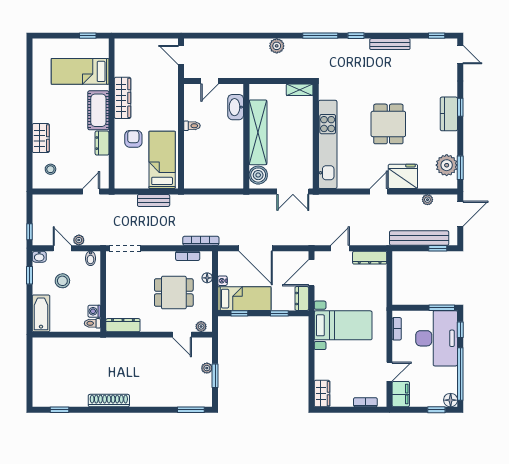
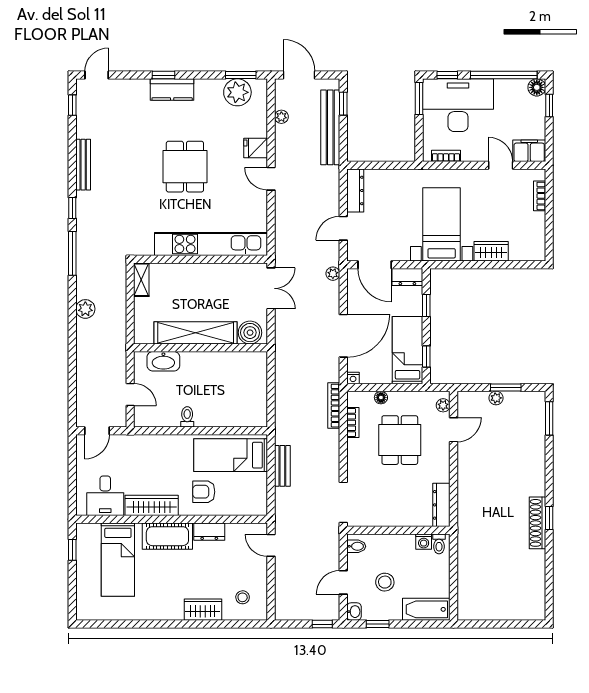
desk: (130, 61) -> (105, 496), added
dining table: (388, 124) -> (185, 167), turned 90
fridge: (403, 176) -> (256, 148), width x0.53, depth x0.75
plant: (79, 240) -> (333, 274), moved
door: (340, 248) -> (343, 228), hinge flipped
nightstand: (222, 281) -> (353, 378), moved
wardrobe: (322, 394) -> (491, 251), moved
window: (60, 410) -> (549, 518), moved

